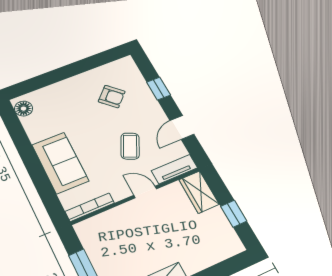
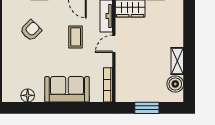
floor lamp: (24, 109) -> (28, 95), moved
coffee table: (130, 146) -> (76, 37), turned 64

